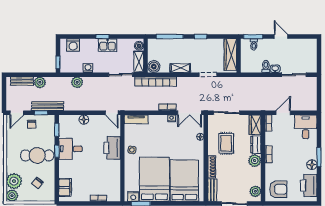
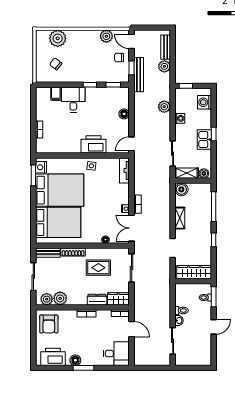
bookcase: (156, 81) -> (165, 191), removed
desk: (71, 149) -> (73, 100), moved
cafe table: (37, 155) -> (85, 64), removed
plant: (255, 161) -> (60, 298), moved
filing cabinet: (65, 187) -> (56, 94), width x0.50
plant: (12, 196) -> (106, 36), moved

